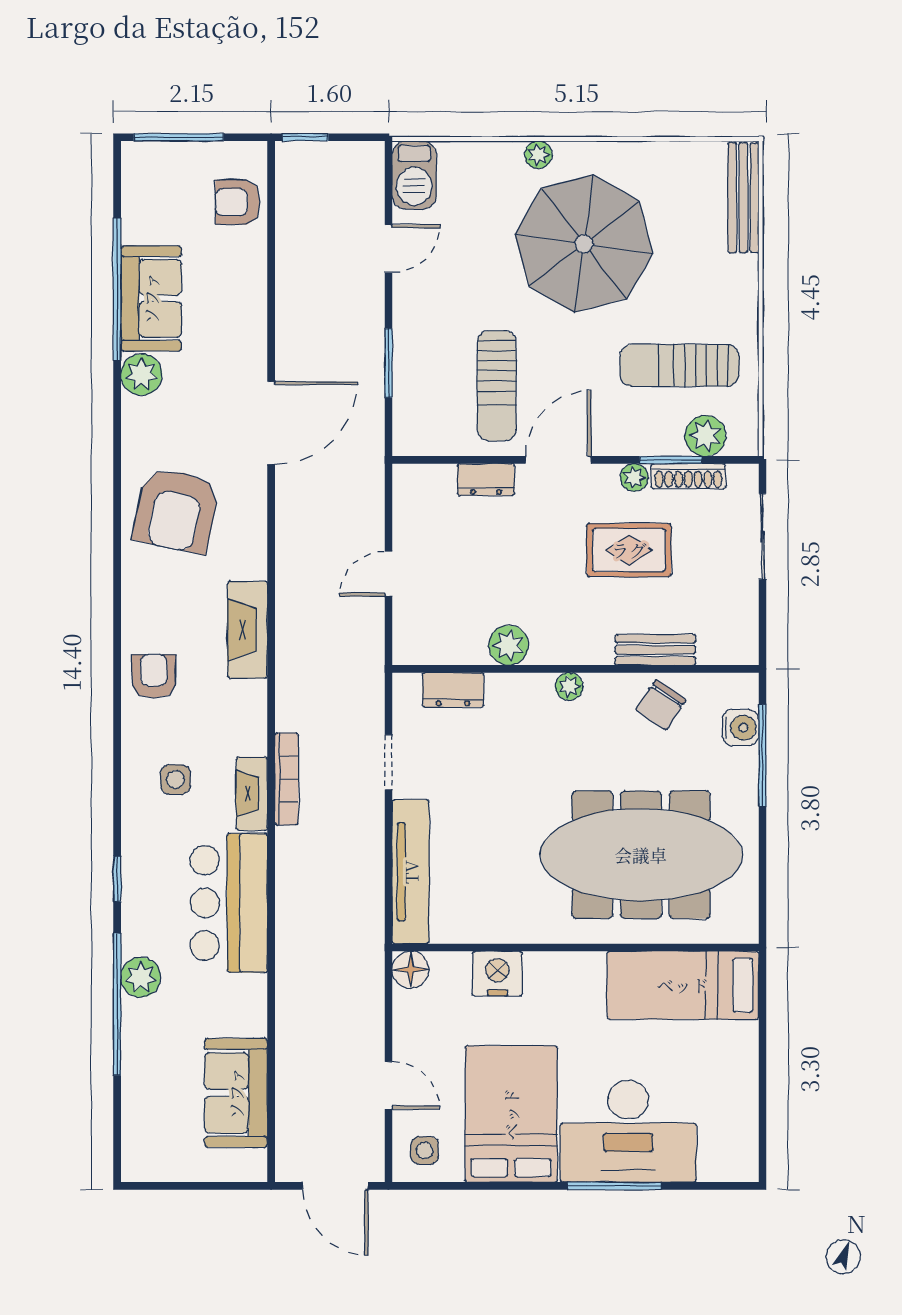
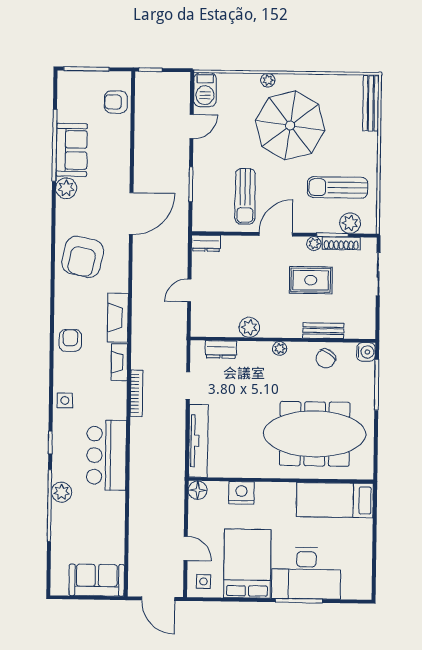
dresser: (486, 480) -> (206, 243), moved
water cooler: (740, 728) -> (366, 352), moved
side table: (176, 780) -> (65, 400), moved
fireplace: (252, 794) -> (119, 362), moved
sofa: (236, 1093) -> (97, 580), moved, turned 90

